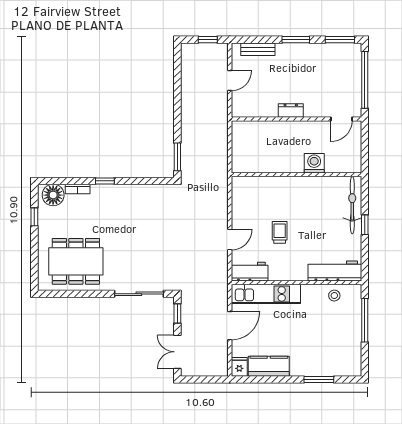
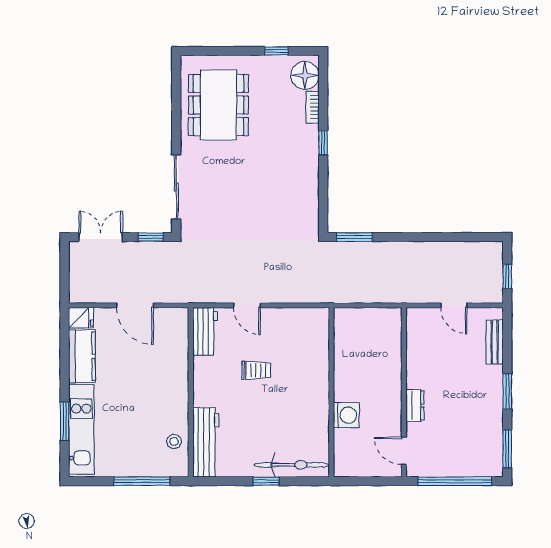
dresser: (291, 110) -> (415, 405), moved
kitchen unit: (266, 294) -> (81, 429), moved, turned 180

